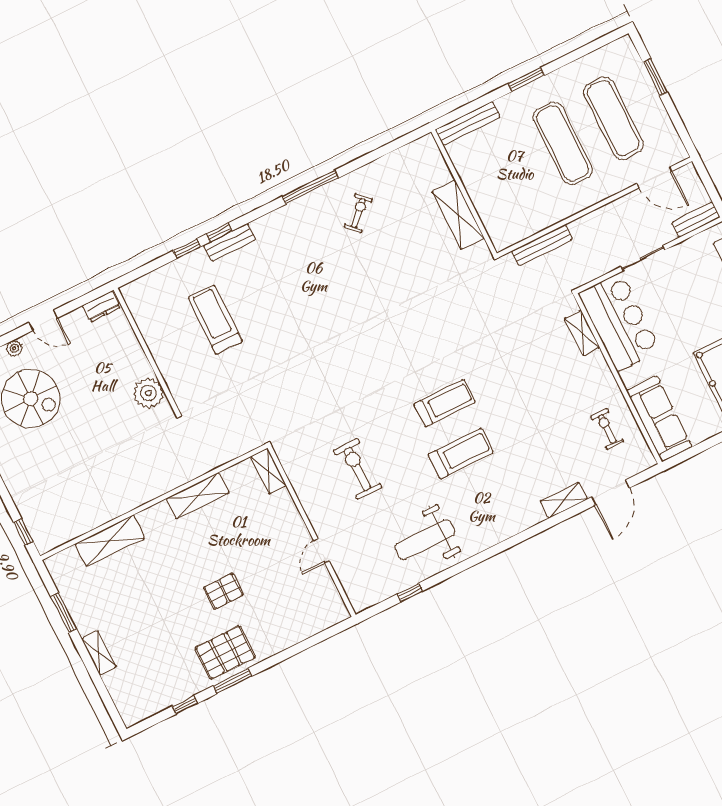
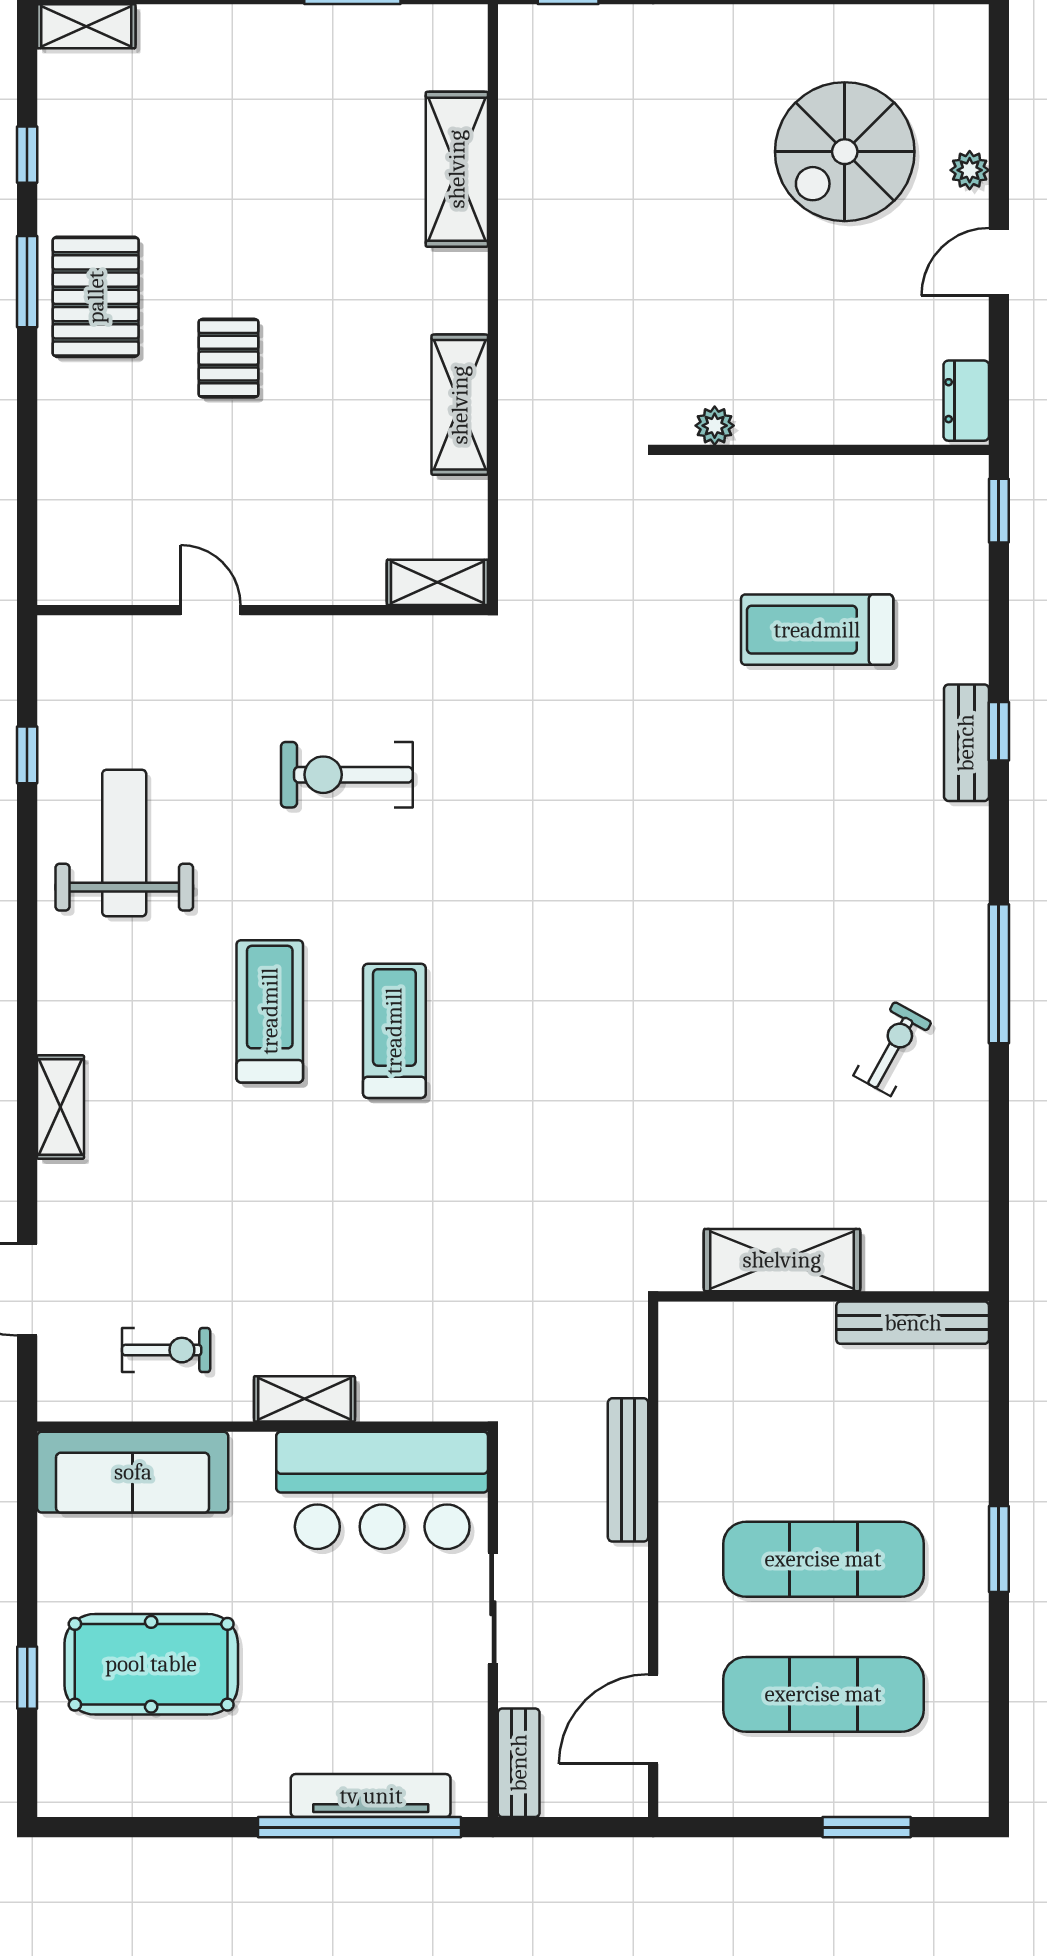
bench: (468, 123) -> (913, 1323), moved, turned 90
exercise bike: (358, 213) -> (892, 1049), turned -106
bench: (542, 245) -> (628, 1470), moved
window: (187, 249) -> (999, 511), moved
treadmill: (215, 320) -> (817, 630), turned 180
shelving: (582, 333) -> (304, 1399), moved
plant: (148, 393) -> (715, 426), width x0.53, depth x0.53
treadmill: (445, 403) -> (394, 1031), turned 180
treadmill: (461, 454) -> (270, 1011), turned 180
exercise bike: (358, 469) -> (347, 775), turned 180
shelving: (564, 500) -> (60, 1107), moved
shelving: (99, 653) -> (86, 26), moved

